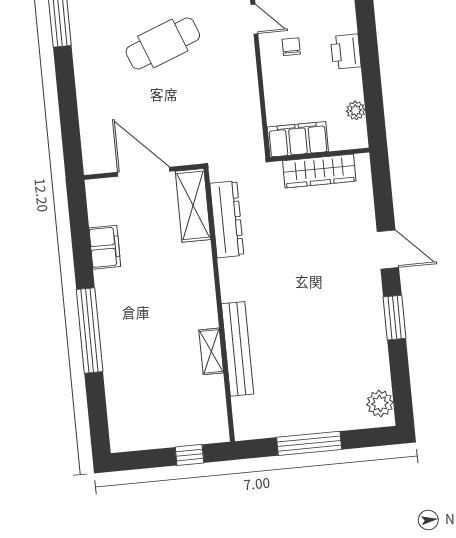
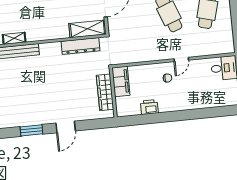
printer: (346, 52) -> (149, 107), moved
plant: (356, 110) -> (135, 111), removed

